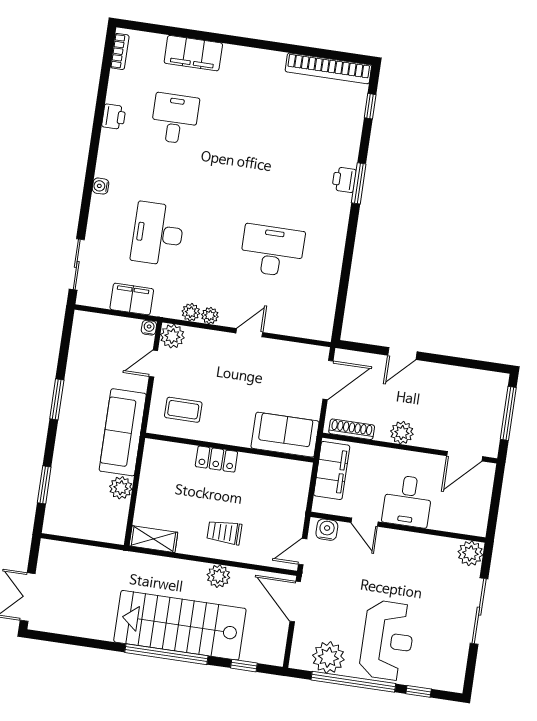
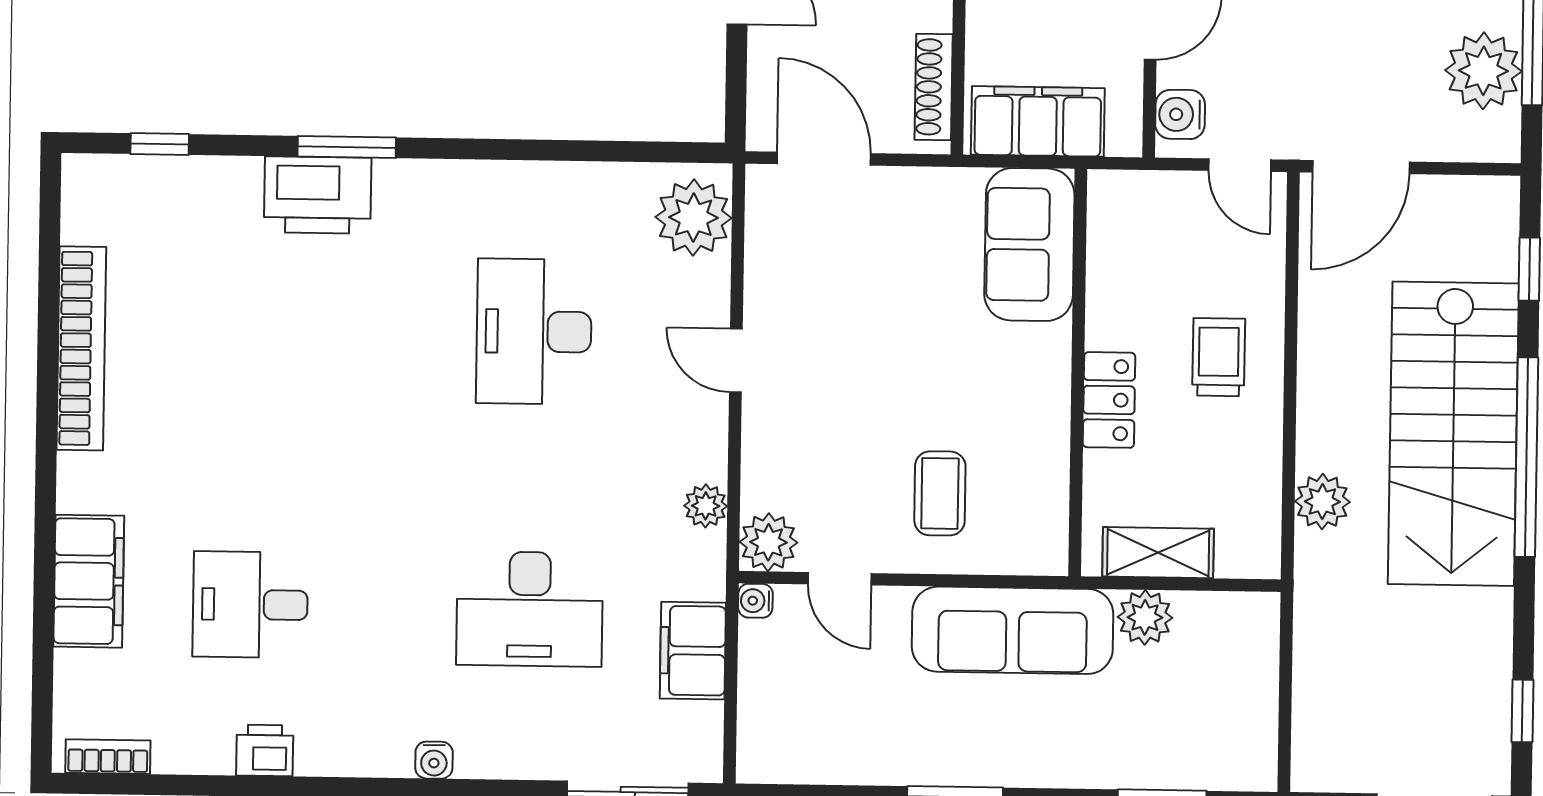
bookcase: (328, 68) -> (81, 348), moved
printer: (344, 180) -> (318, 195), width x1.87, depth x1.48
plant: (210, 316) -> (693, 218), moved, width x1.88, depth x1.88
sofa: (285, 435) -> (1029, 244), moved
wall: (229, 448) -> (1078, 373), moved
locker: (216, 459) -> (1109, 400), moved
trolley: (224, 532) -> (1219, 357), turned 180
shelving: (153, 539) -> (1158, 553), moved, turned 90
plant: (218, 576) -> (1322, 502), moved
window: (62, 639) -> (1522, 711), added

